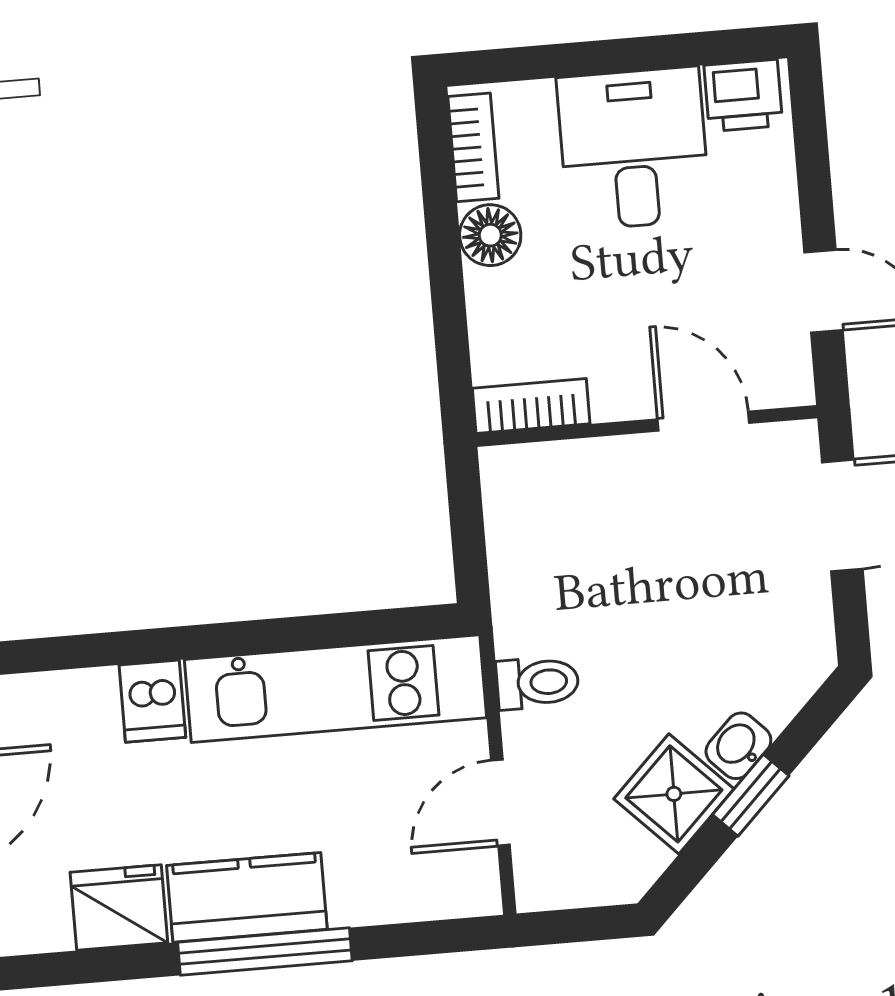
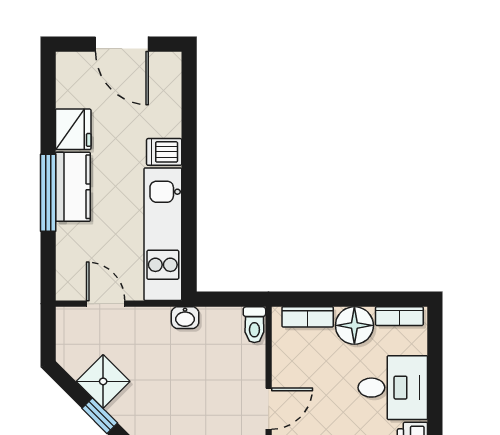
floor lamp: (490, 235) -> (354, 325), width x1.38, depth x1.38
bookcase: (531, 406) -> (308, 317), moved, turned 90
toilet: (538, 683) -> (254, 325), moved
washbasin: (738, 746) -> (185, 318), moved, turned 135

